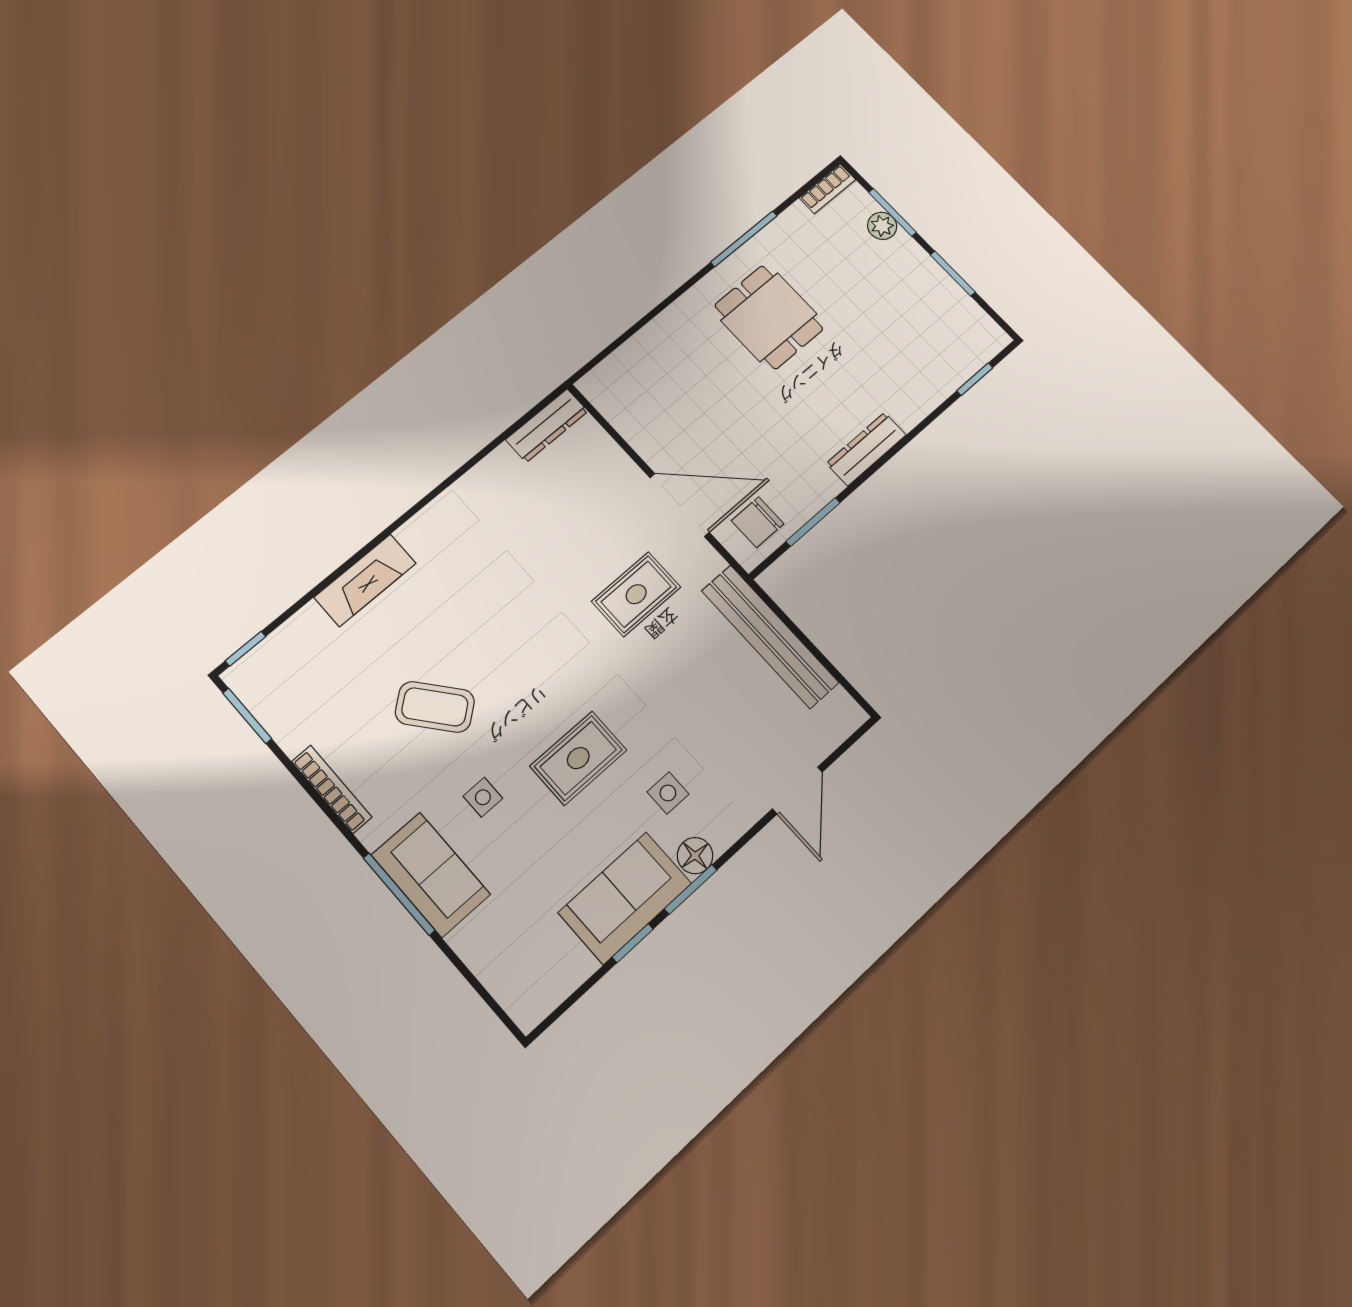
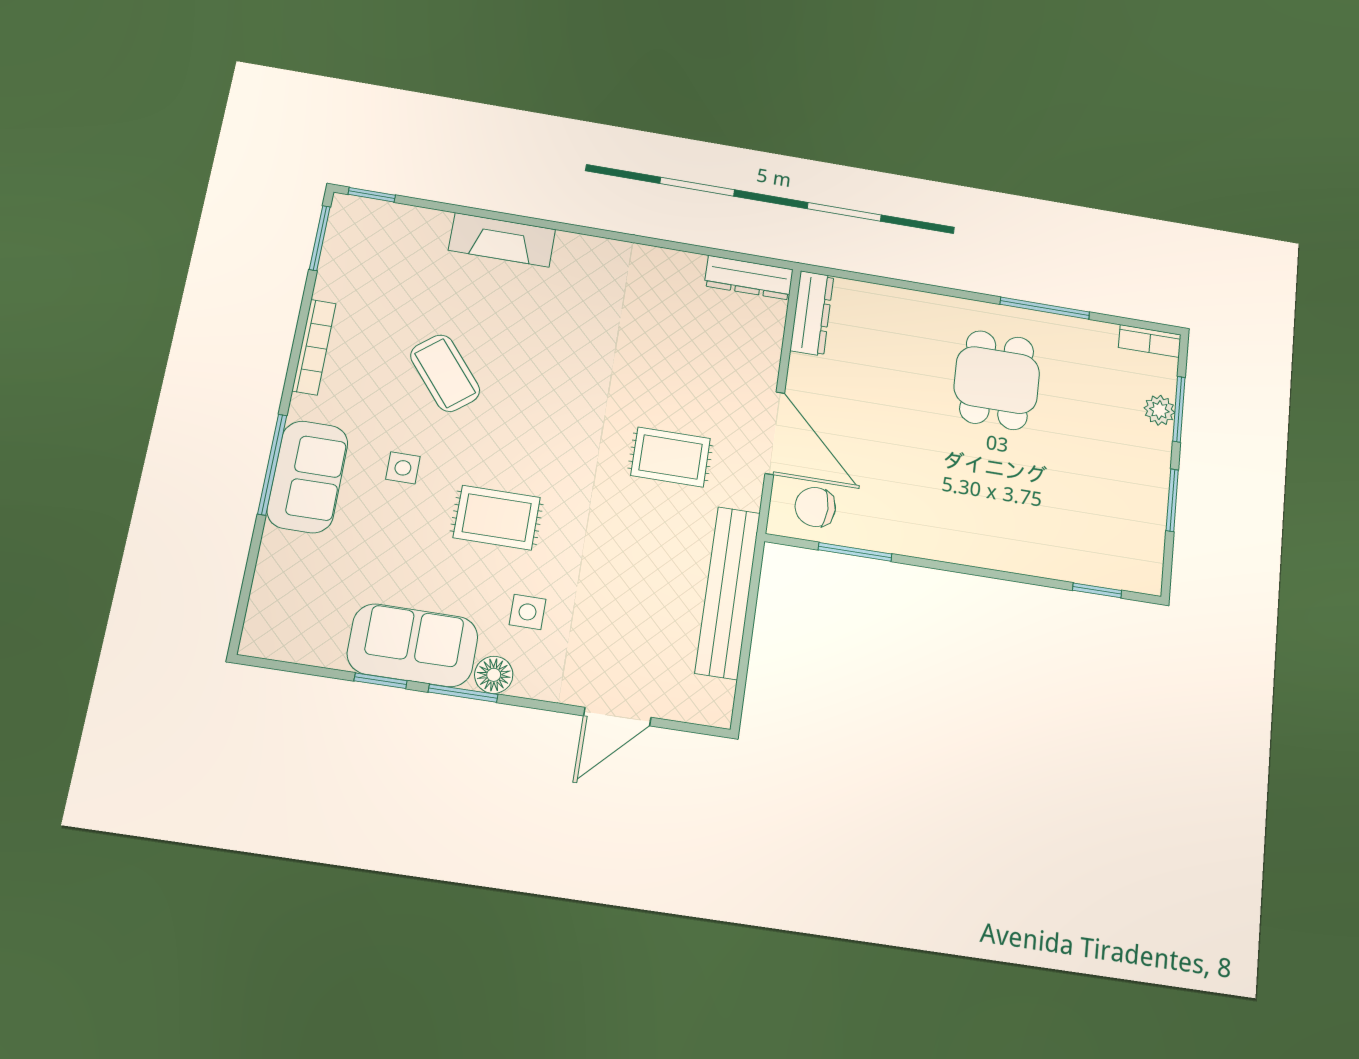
dresser: (866, 449) -> (812, 313), moved, turned 90

